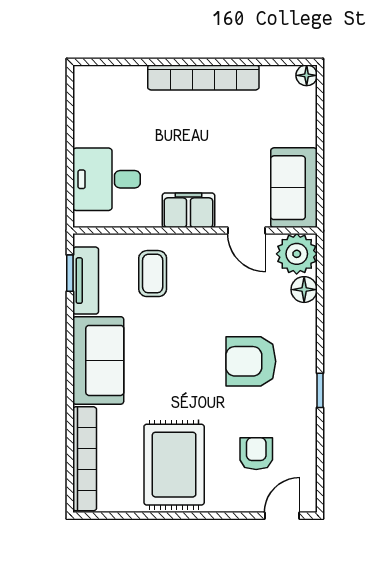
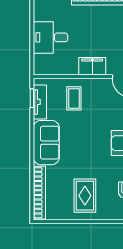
desk: (106, 179) -> (50, 37), moved
rug: (174, 465) -> (85, 196), width x0.73, depth x0.70

